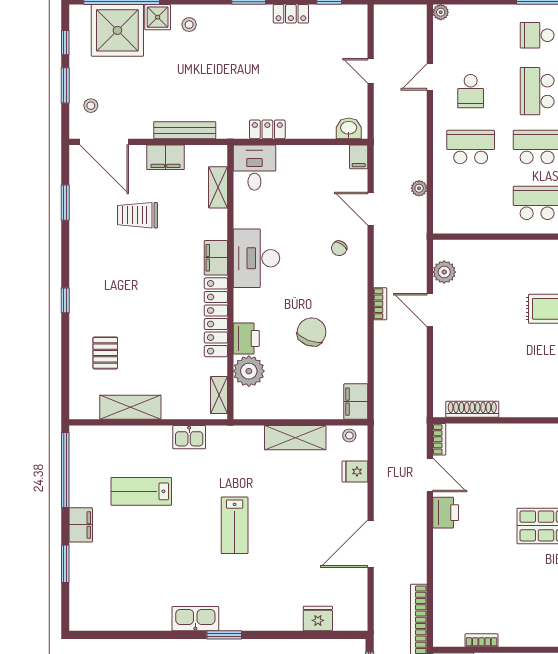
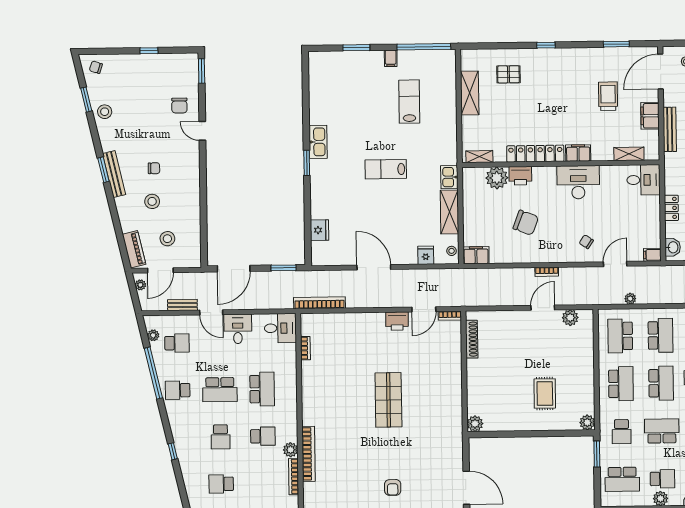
locker: (267, 129) -> (671, 208), moved
school desk: (471, 203) -> (620, 336), added
kitchen sink: (189, 437) -> (449, 177), moved
filing cabinet: (81, 525) -> (391, 58), width x0.50

